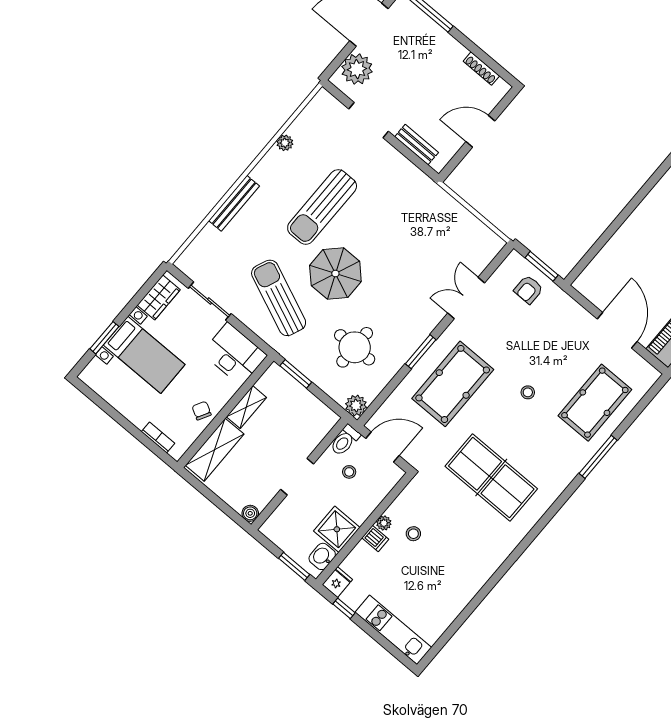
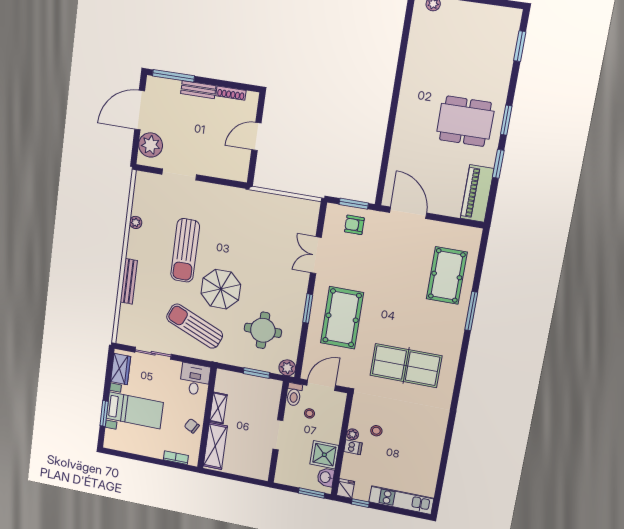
bench: (417, 145) -> (198, 90), moved
armchair: (528, 290) -> (354, 225), turned 90
door: (617, 330) -> (408, 213), moved
desk: (234, 354) -> (195, 379), width x0.73
window: (296, 374) -> (256, 373), moved
stool: (528, 392) -> (396, 295), removed
boiler: (250, 513) -> (263, 474), removed

